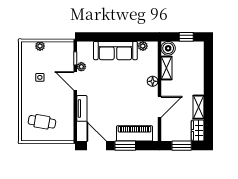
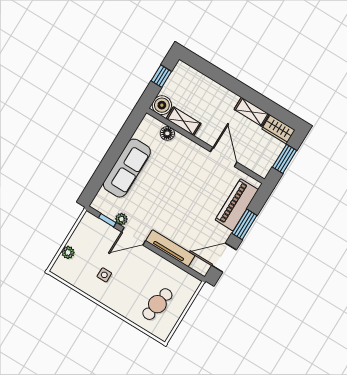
plant: (143, 46) -> (141, 133), removed
floor lamp: (153, 81) -> (167, 133), moved
tv unit: (82, 108) -> (170, 248), width x1.41

